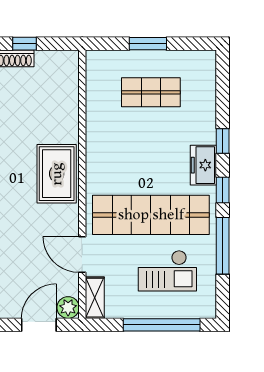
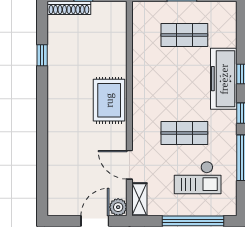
freezer: (203, 165) -> (224, 79), width x1.91, depth x1.26
shop shelf: (151, 215) -> (184, 133), width x0.50, depth x0.74

